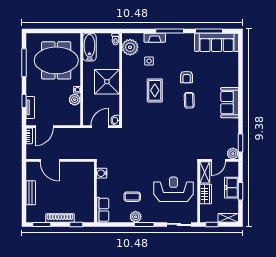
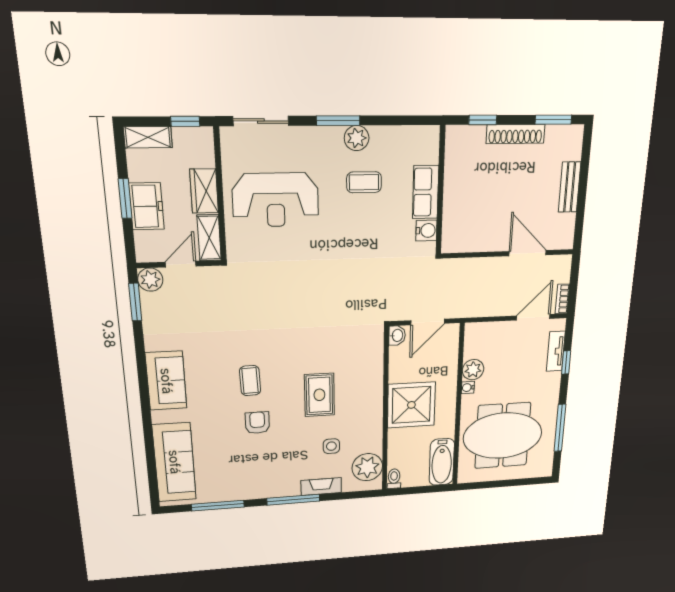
sofa: (217, 42) -> (174, 462), moved, turned 90
row of seats: (103, 210) -> (426, 192), moved

